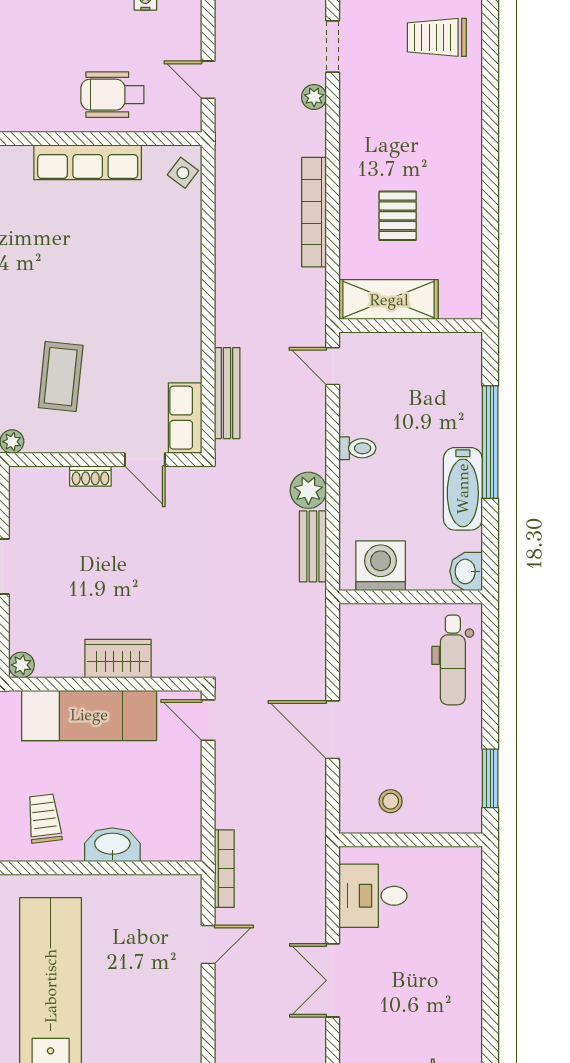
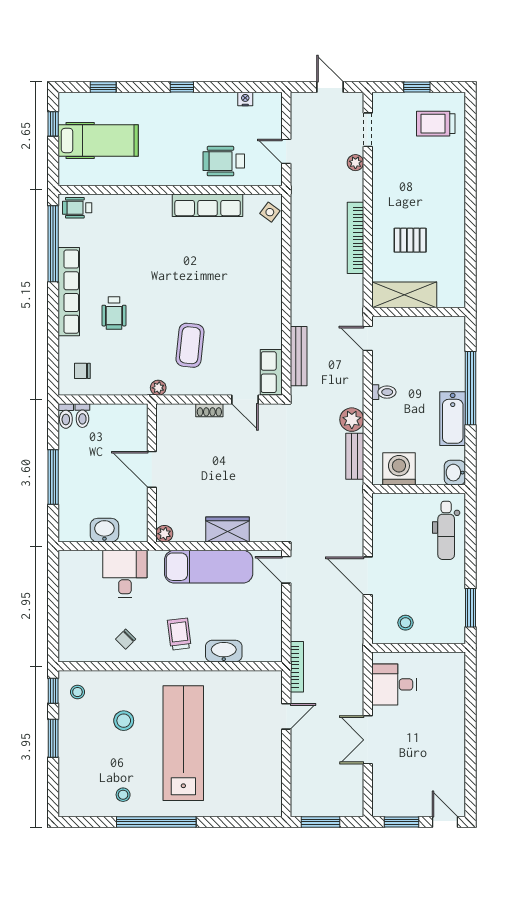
pallet: (398, 216) -> (410, 240), turned 90

